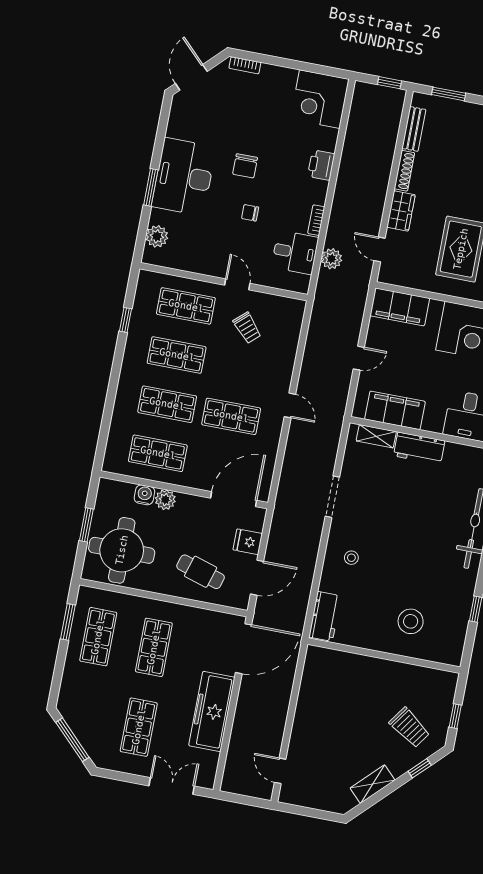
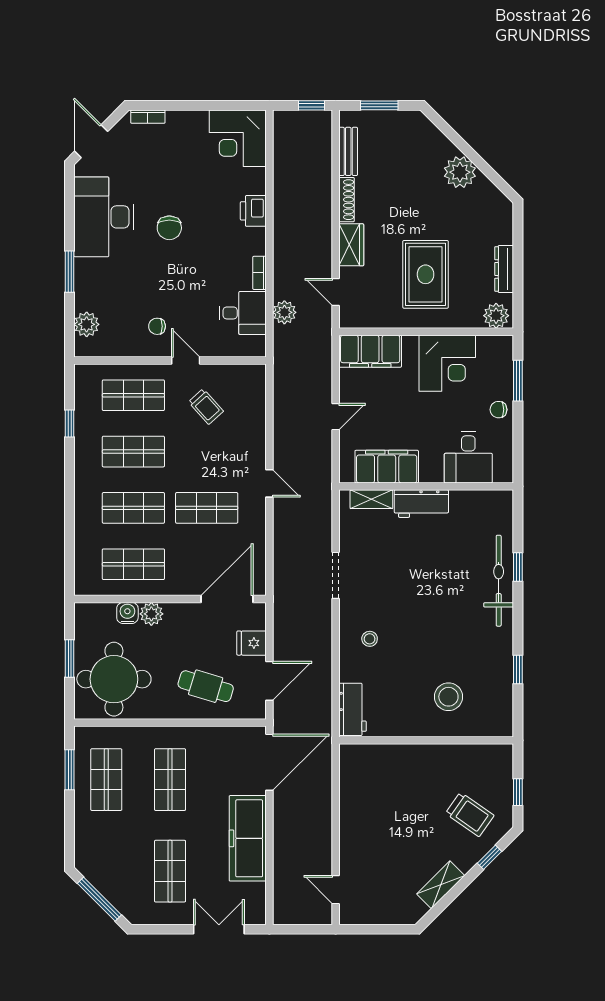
desk: (184, 177) -> (104, 217), moved
chair: (250, 213) -> (157, 326), moved

